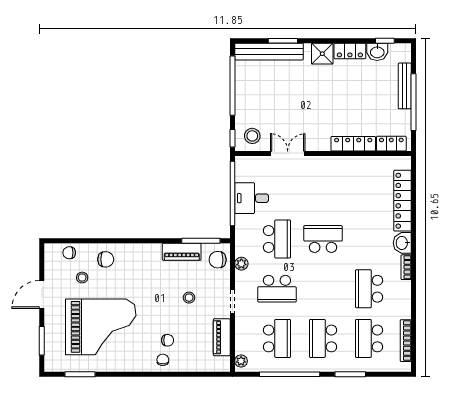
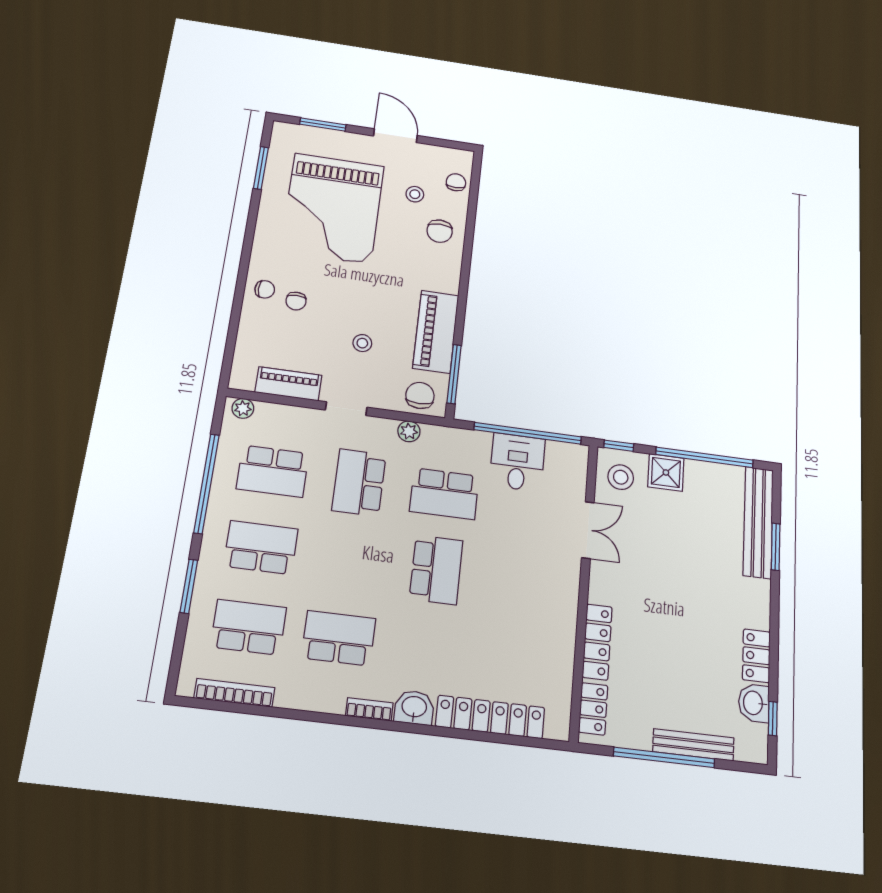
shower: (322, 54) -> (666, 472), moved
piano: (182, 252) -> (436, 332), width x1.37, depth x1.33

